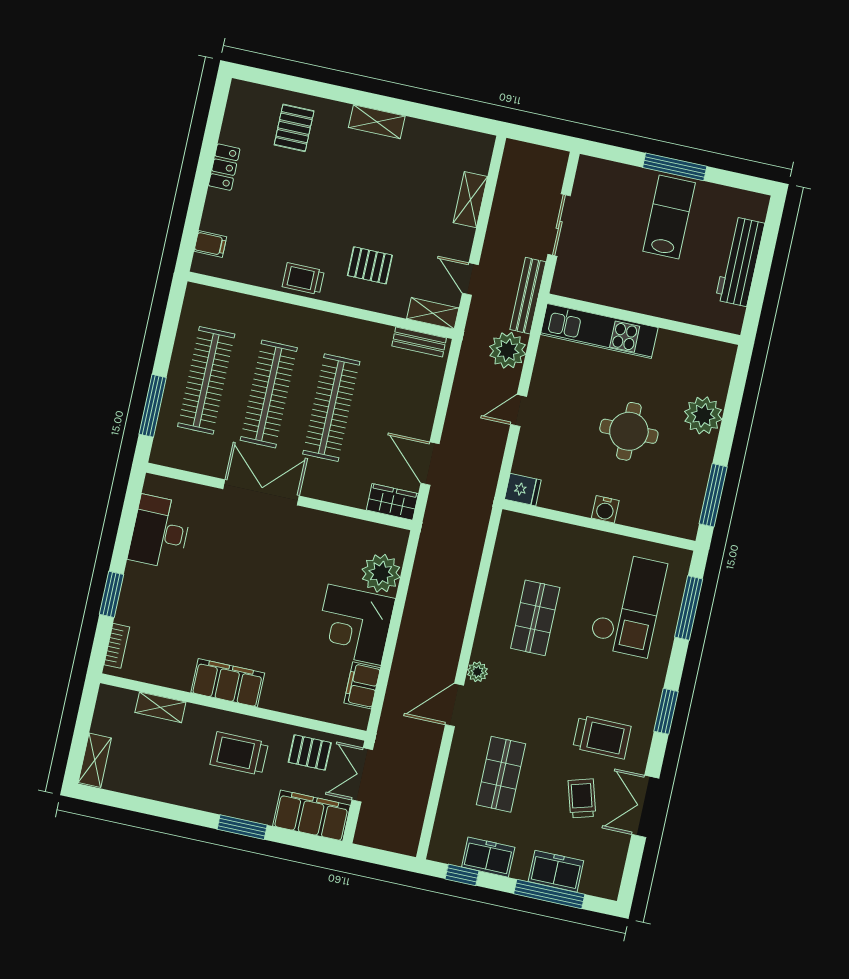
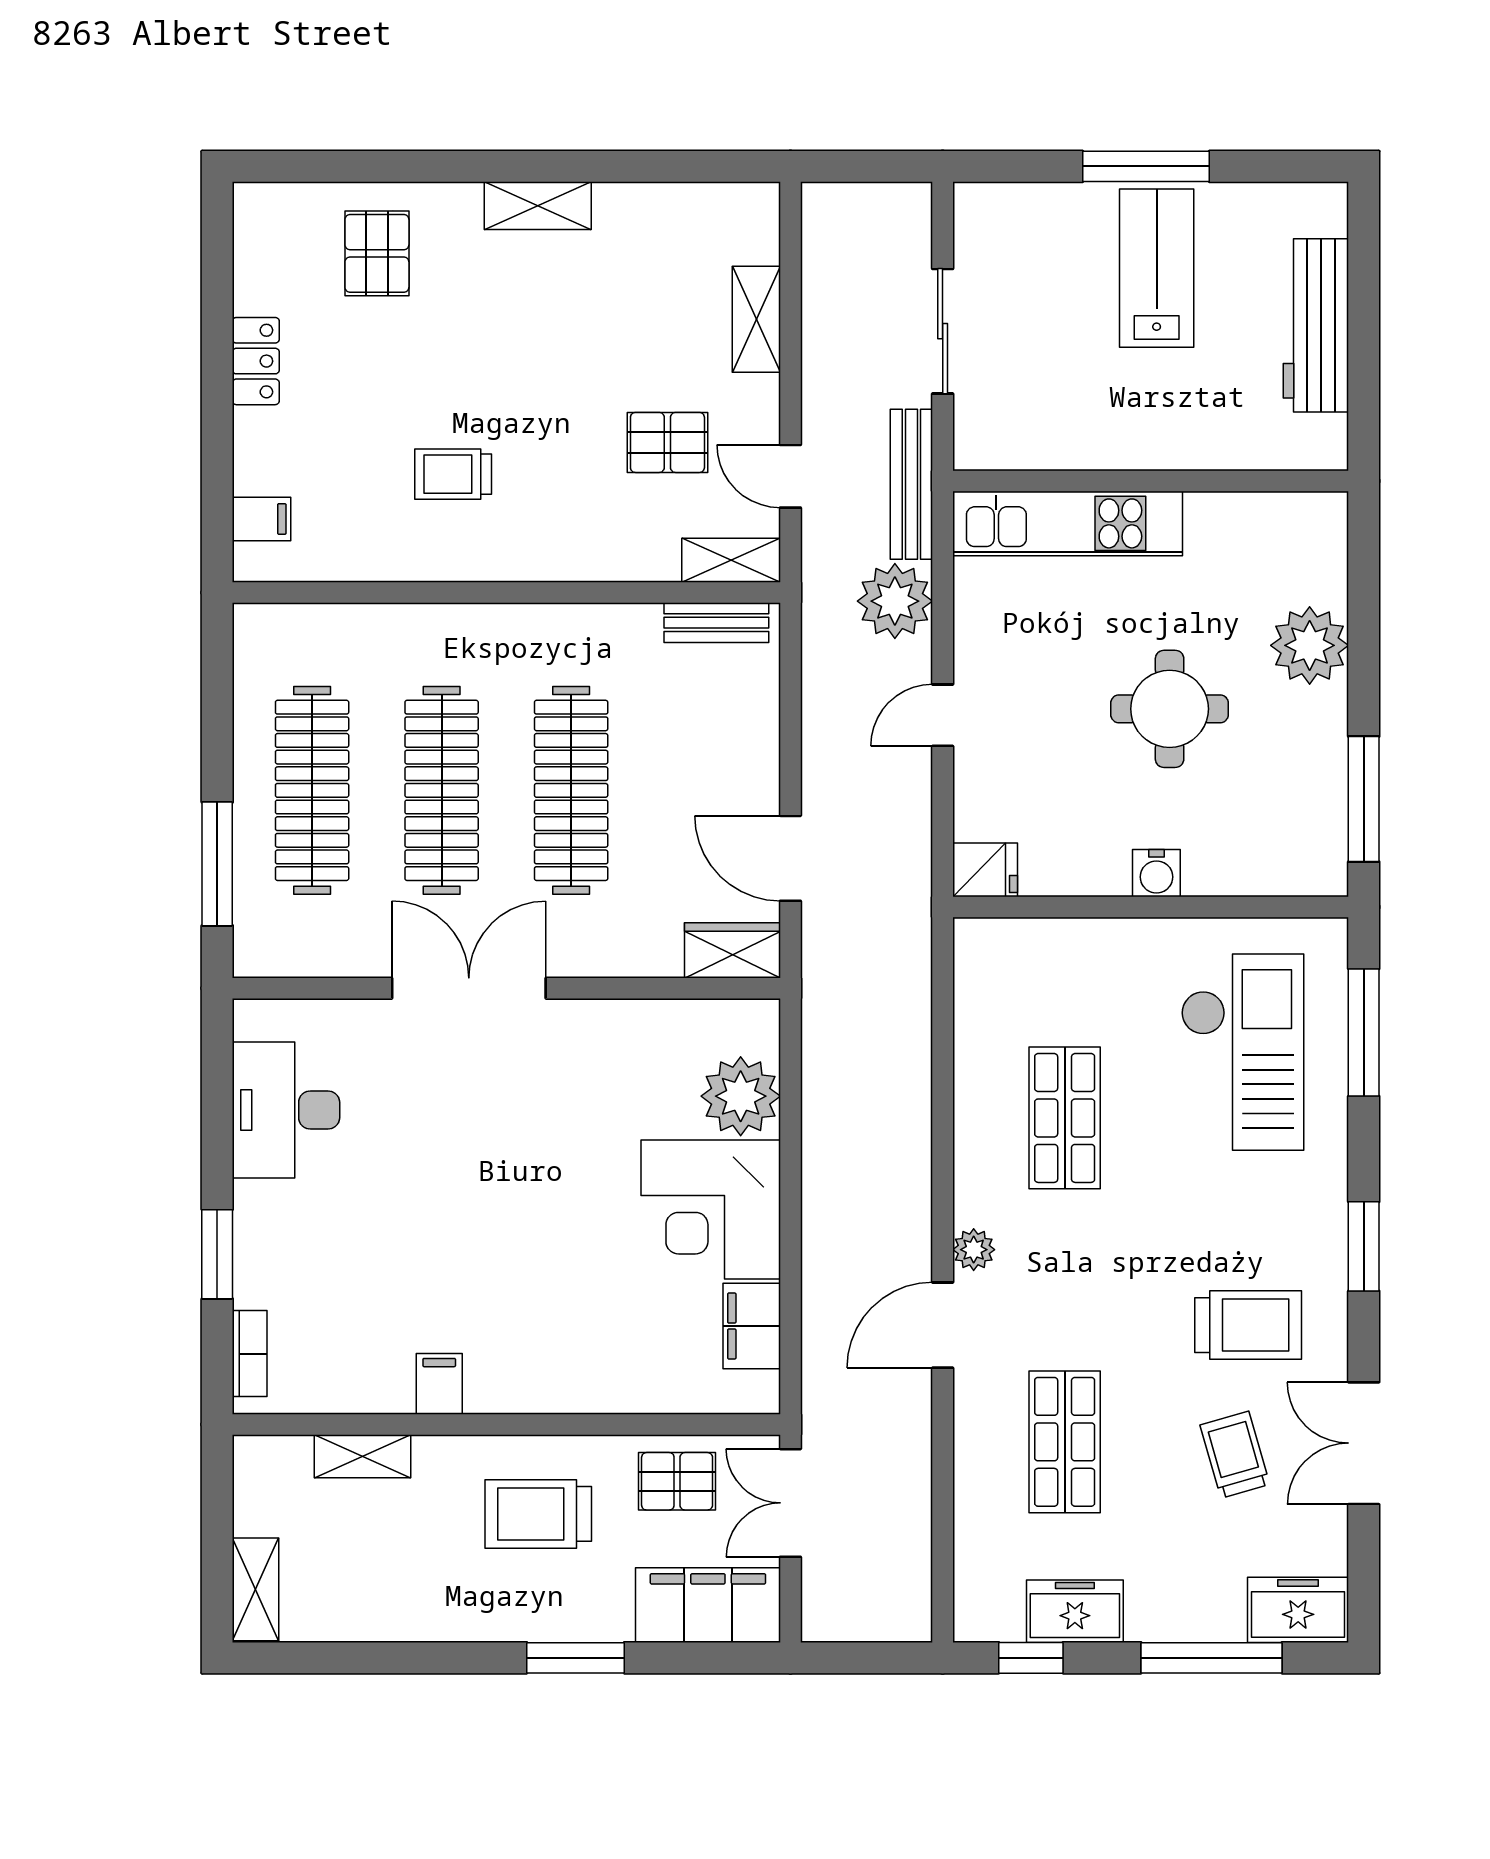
pallet: (370, 265) -> (667, 442), moved
trolley: (303, 279) -> (453, 474), moved
filing cabinet: (228, 683) -> (439, 1384), width x0.33, depth x0.86
freezer: (556, 871) -> (1298, 1610), moved

